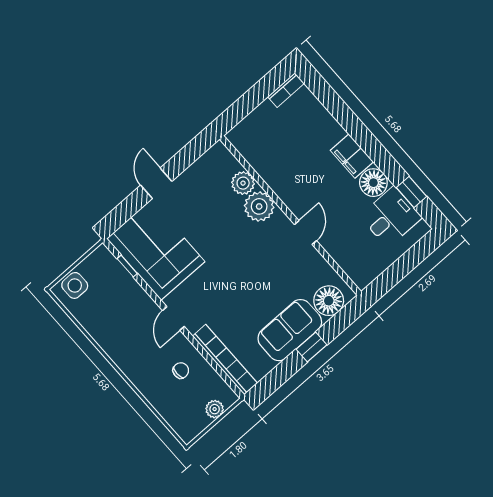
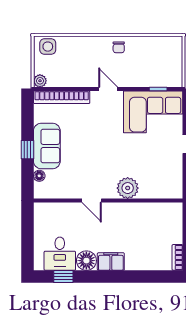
plant: (243, 183) -> (148, 190), removed
side table: (75, 285) -> (48, 47), moved
floor lamp: (329, 301) -> (39, 176), width x0.53, depth x0.53
chair: (181, 371) -> (119, 47), moved
plant: (215, 409) -> (40, 81), moved

